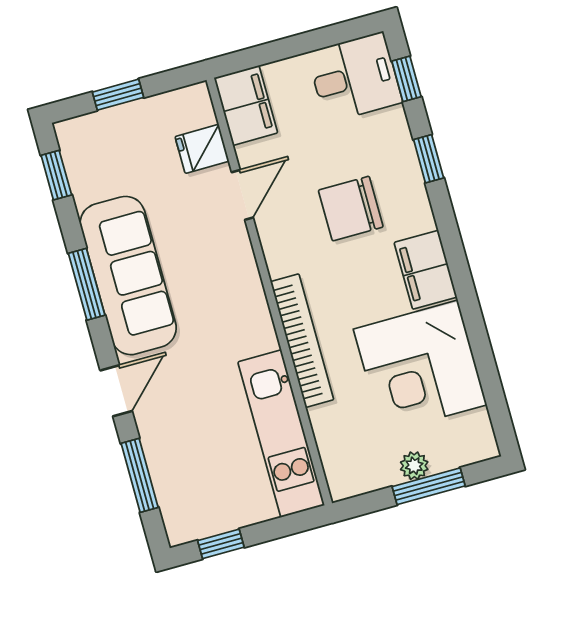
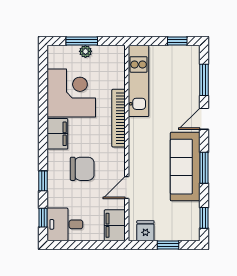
fridge: (202, 149) -> (145, 231), moved, turned -90

